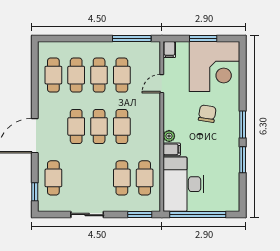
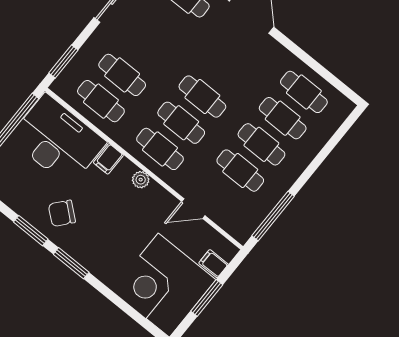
filing cabinet: (169, 49) -> (213, 264), moved
door: (162, 84) -> (193, 209), swing flipped
chair: (207, 114) -> (62, 213), moved, turned 121
cafe table: (76, 126) -> (160, 149), moved
plant: (169, 136) -> (141, 180), moved

